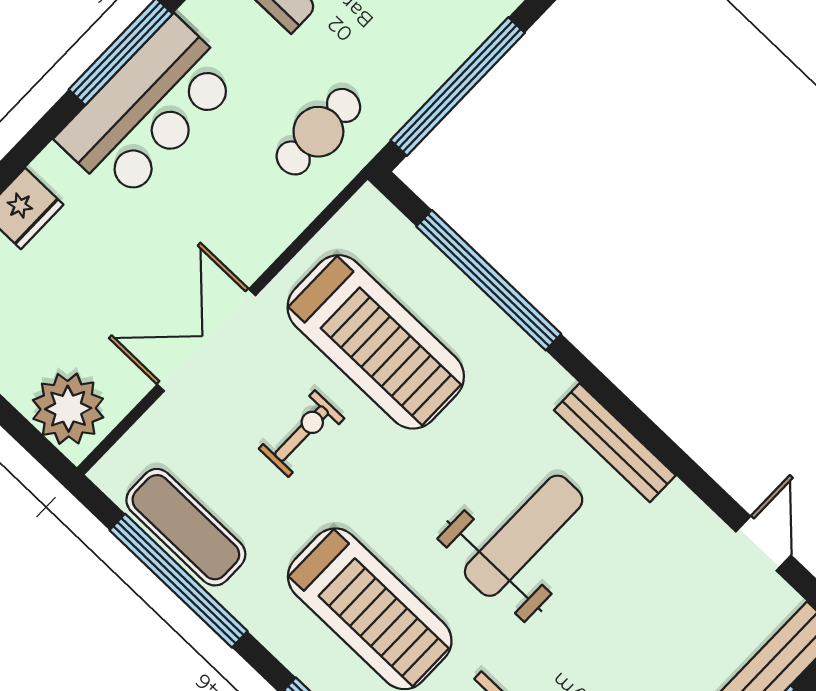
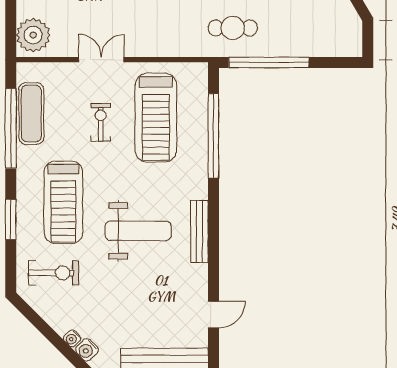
cafe table: (318, 132) -> (233, 28), moved
double door: (206, 340) -> (101, 60), width x0.73
exercise bike: (302, 434) -> (101, 122), turned -90

